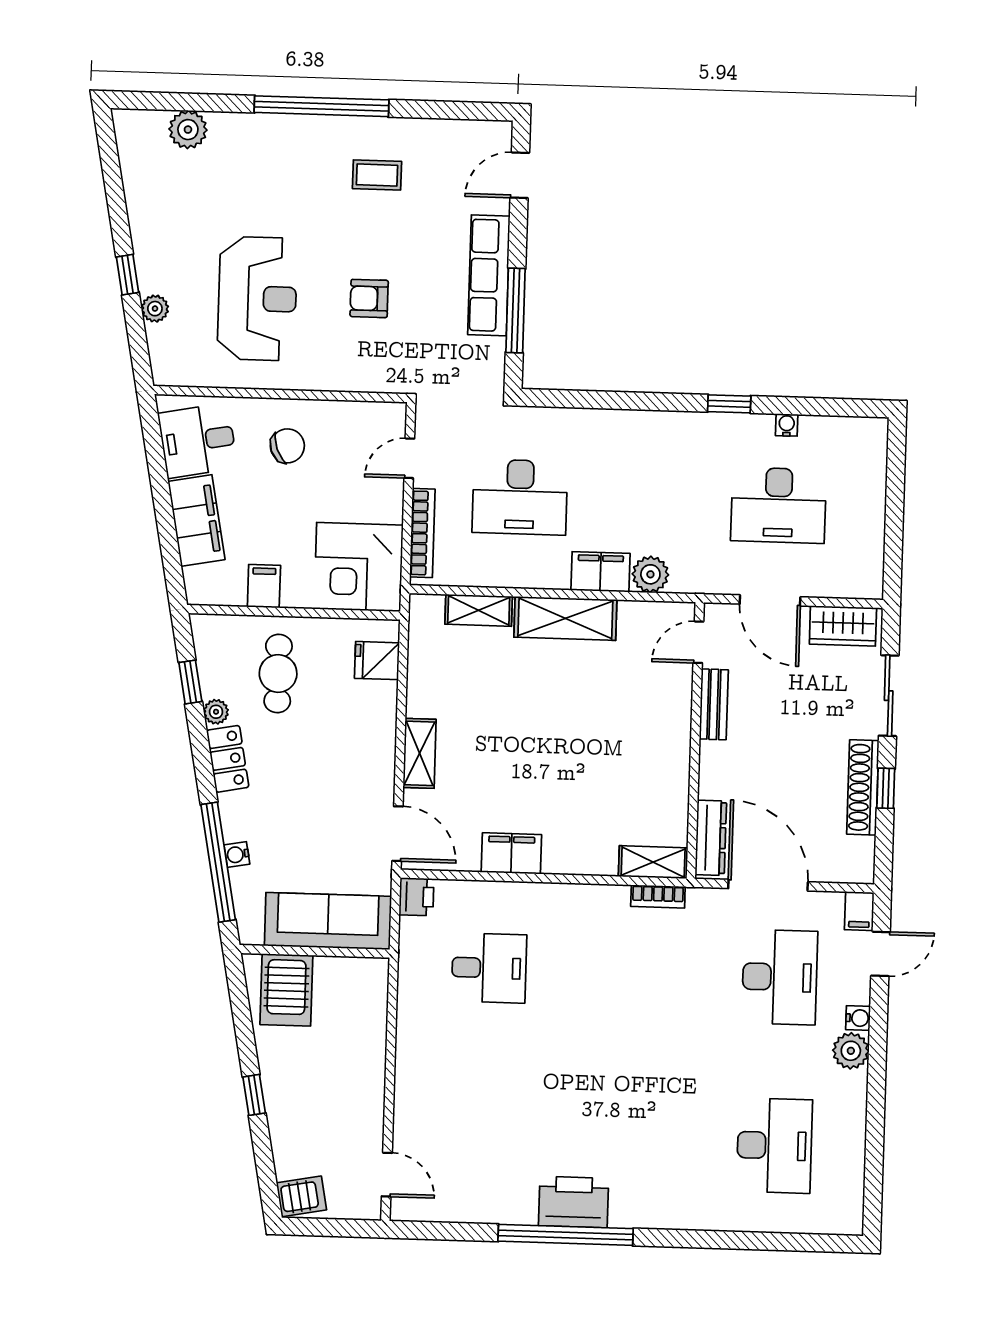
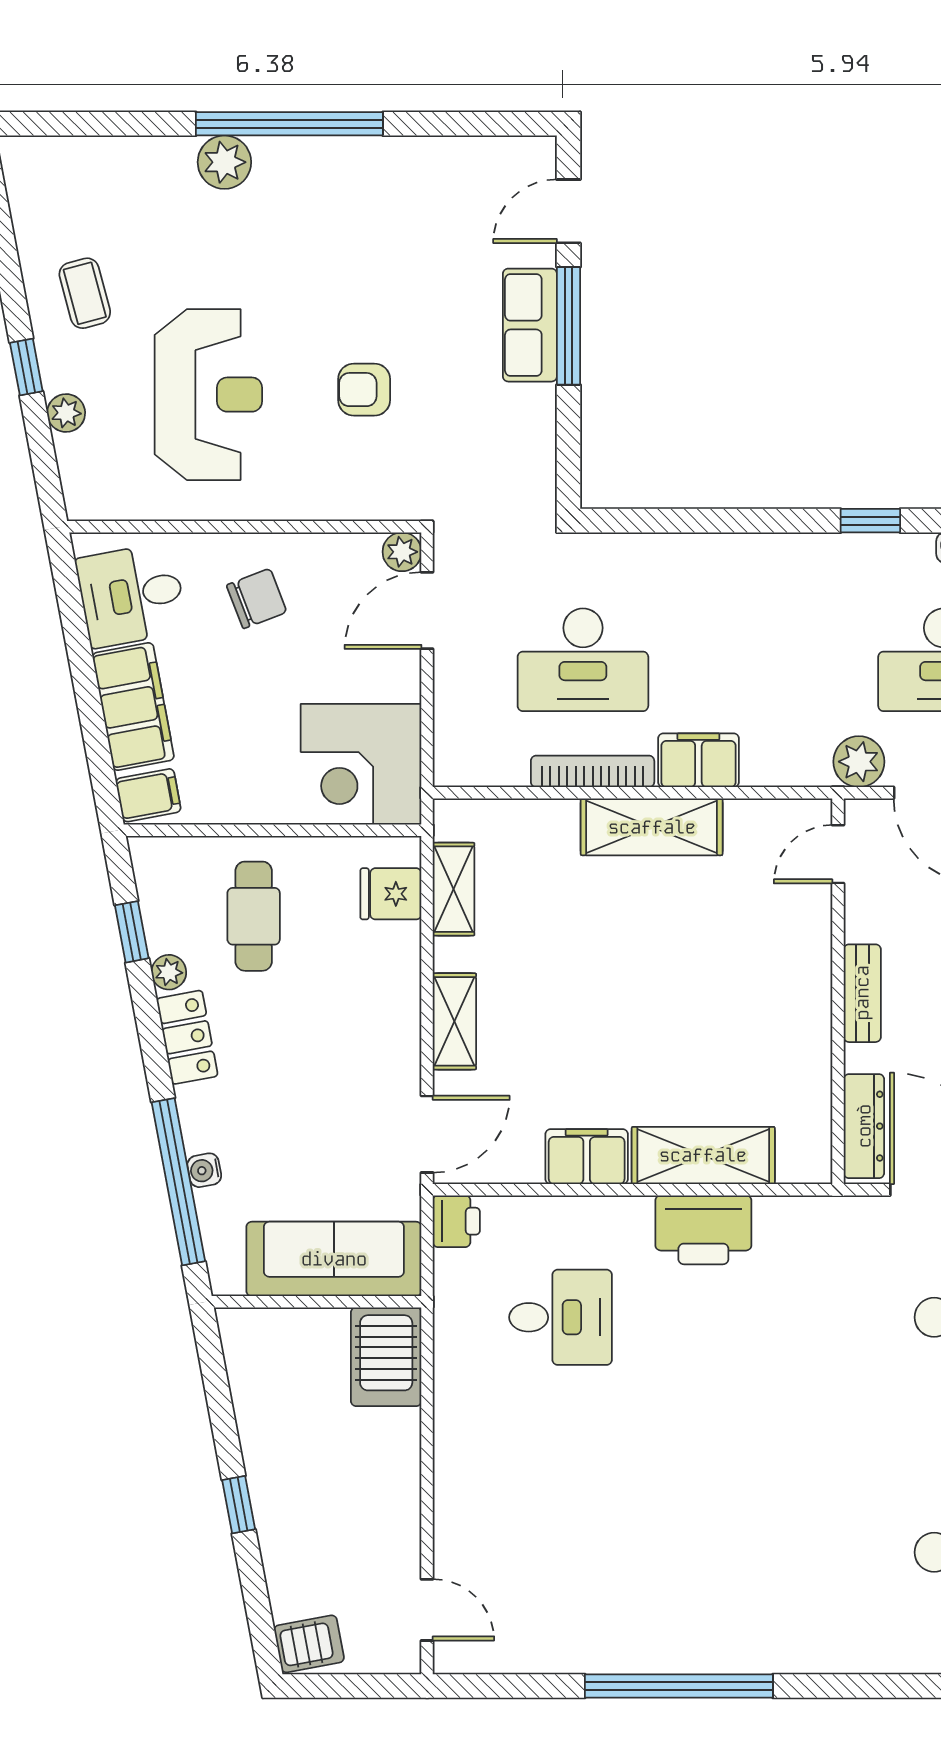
plant: (188, 130) -> (224, 162), moved
coffee table: (377, 175) -> (85, 293), moved, turned 75
row of seats: (489, 275) -> (530, 325), width x0.68
window: (515, 310) -> (569, 326), moved
plant: (393, 416) -> (402, 552), added
door: (409, 458) -> (427, 611), width x1.38
bookcase: (422, 533) -> (593, 771), moved, turned -90
plant: (650, 574) -> (859, 762), moved
filing cabinet: (264, 586) -> (148, 795), moved, turned 79
shelving: (479, 610) -> (454, 889), moved, turned 90
bench: (714, 704) -> (862, 993), moved
door: (398, 834) -> (427, 1134), hinge flipped
shelving: (653, 862) -> (703, 1155), moved, width x1.50, depth x1.33
bookcase: (658, 897) -> (793, 1210), removed
server rack: (286, 990) -> (386, 1357), moved
printer: (574, 1202) -> (703, 1230), moved, turned 180

